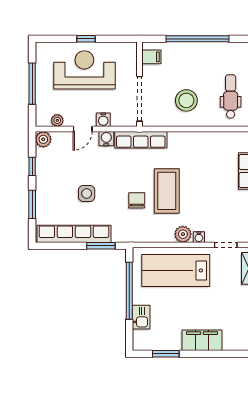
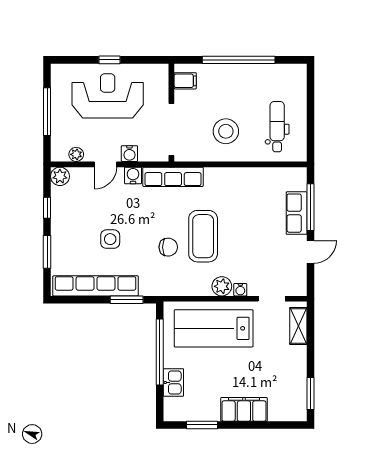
chair: (137, 200) -> (168, 247), turned 90

